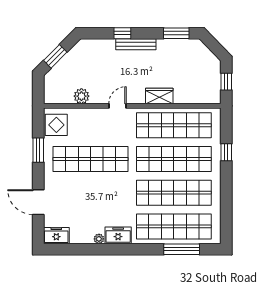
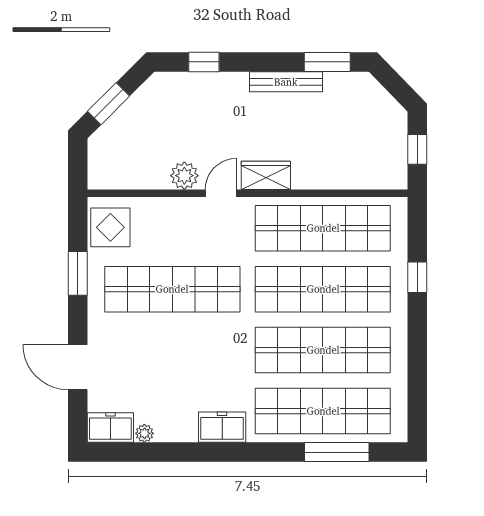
window: (122, 33) -> (204, 62), moved
bench: (136, 44) -> (286, 82), moved
plant: (81, 96) -> (184, 176), moved
wardrobe: (159, 96) -> (266, 175), moved
plant: (99, 239) -> (144, 433), moved

